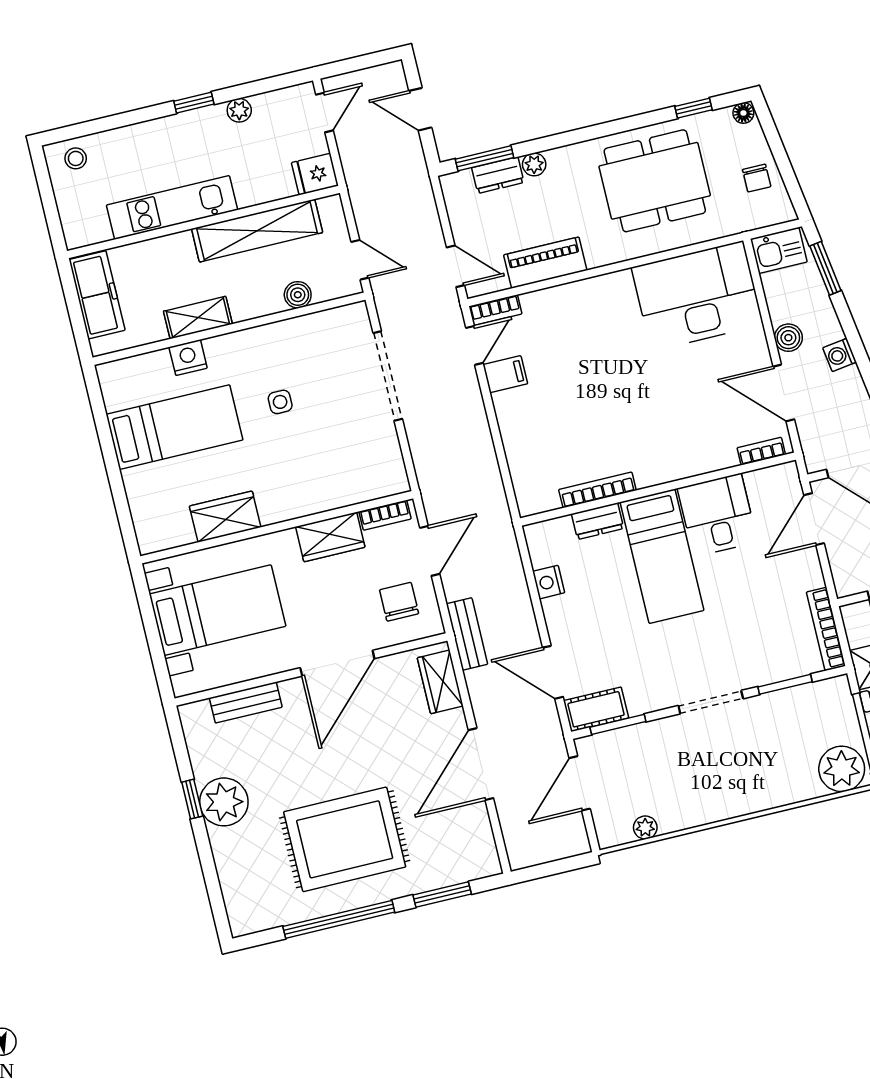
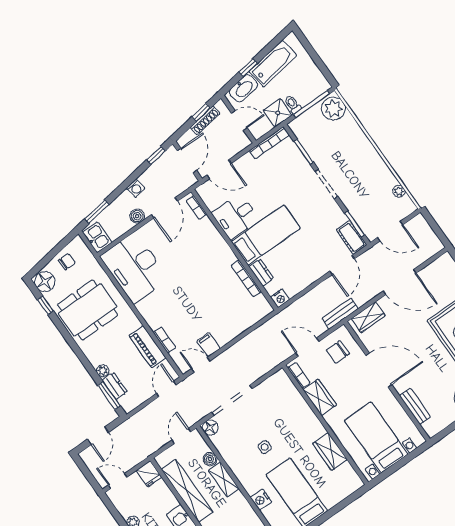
floor lamp: (743, 113) -> (45, 282), width x1.89, depth x1.89
dining table: (655, 181) -> (88, 310), turned 90
bookcase: (495, 310) -> (165, 340), moved
shelving: (198, 318) -> (224, 479), moved
floor lamp: (355, 318) -> (210, 427), added
nightstand: (549, 582) -> (280, 298), moved

